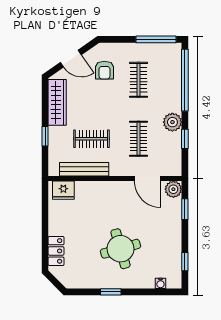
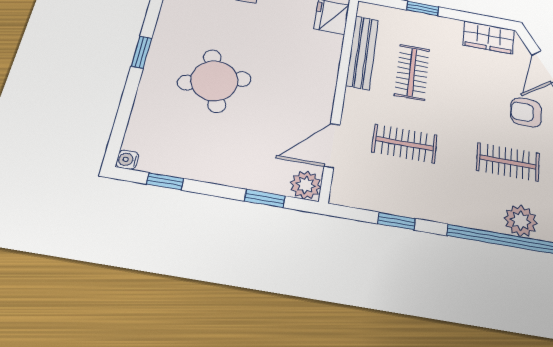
wardrobe: (57, 102) -> (488, 37), width x0.67
plant: (172, 122) -> (521, 221), moved
water cooler: (160, 283) -> (127, 160), moved

